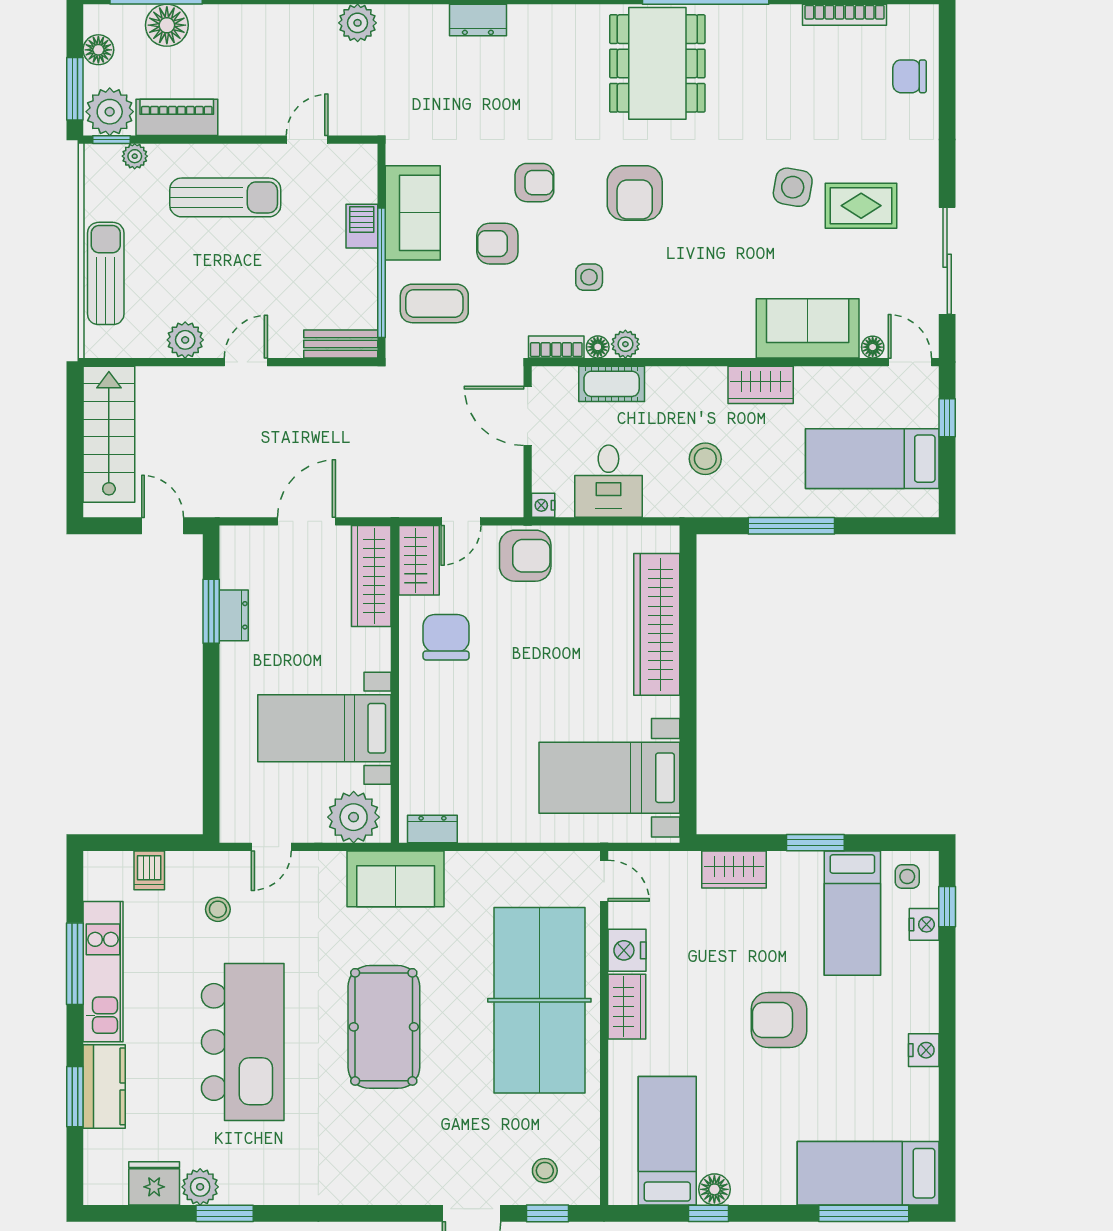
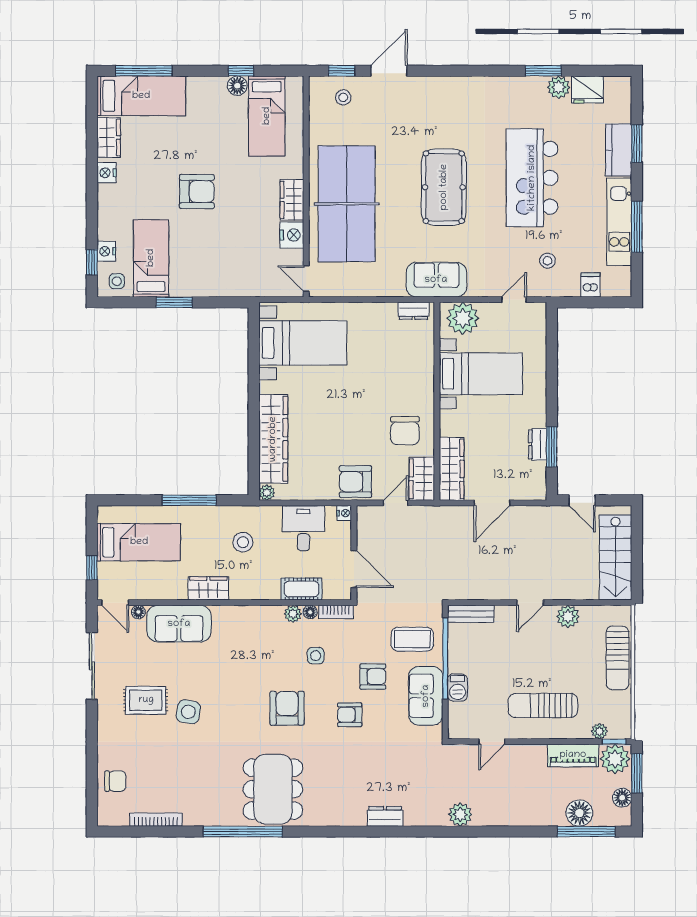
plant: (667, 538) -> (267, 493), added
wardrobe: (734, 870) -> (109, 137), moved, turned 90

